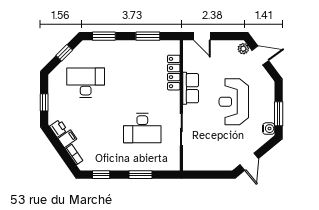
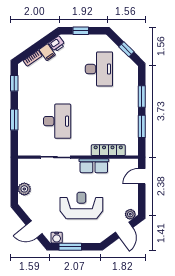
window: (104, 36) -> (142, 96), moved
desk: (142, 128) -> (57, 121), turned 180
door: (249, 162) -> (34, 229), moved
plant: (216, 164) -> (24, 189), added

